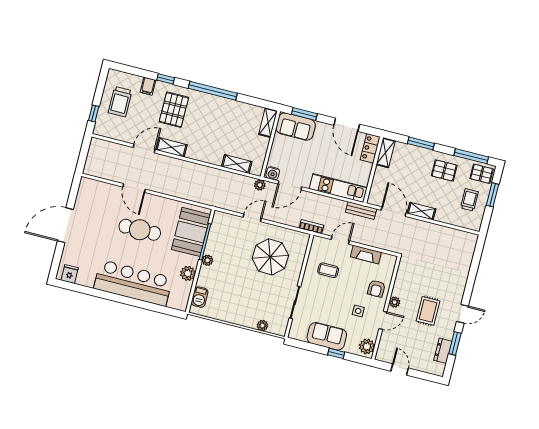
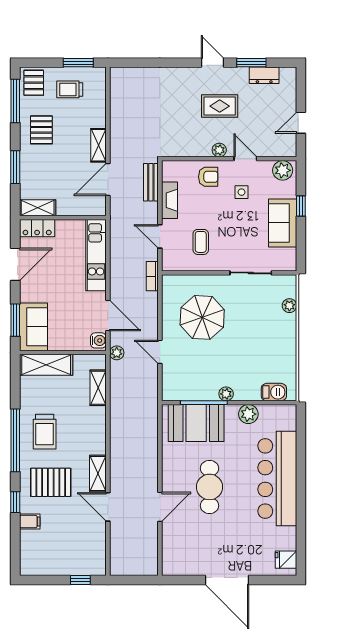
trolley: (120, 102) -> (45, 432), moved, turned 90
shelving: (268, 123) -> (46, 365), width x1.50, depth x1.33
window: (493, 195) -> (78, 63), moved
bench: (361, 211) -> (151, 182), moved

